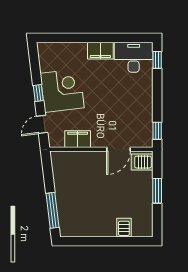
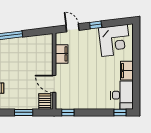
corner desk: (62, 90) -> (115, 40), moved

